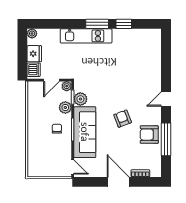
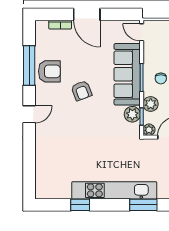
window: (97, 24) -> (143, 205), moved
kitchen unit: (86, 36) -> (114, 190), width x1.36

